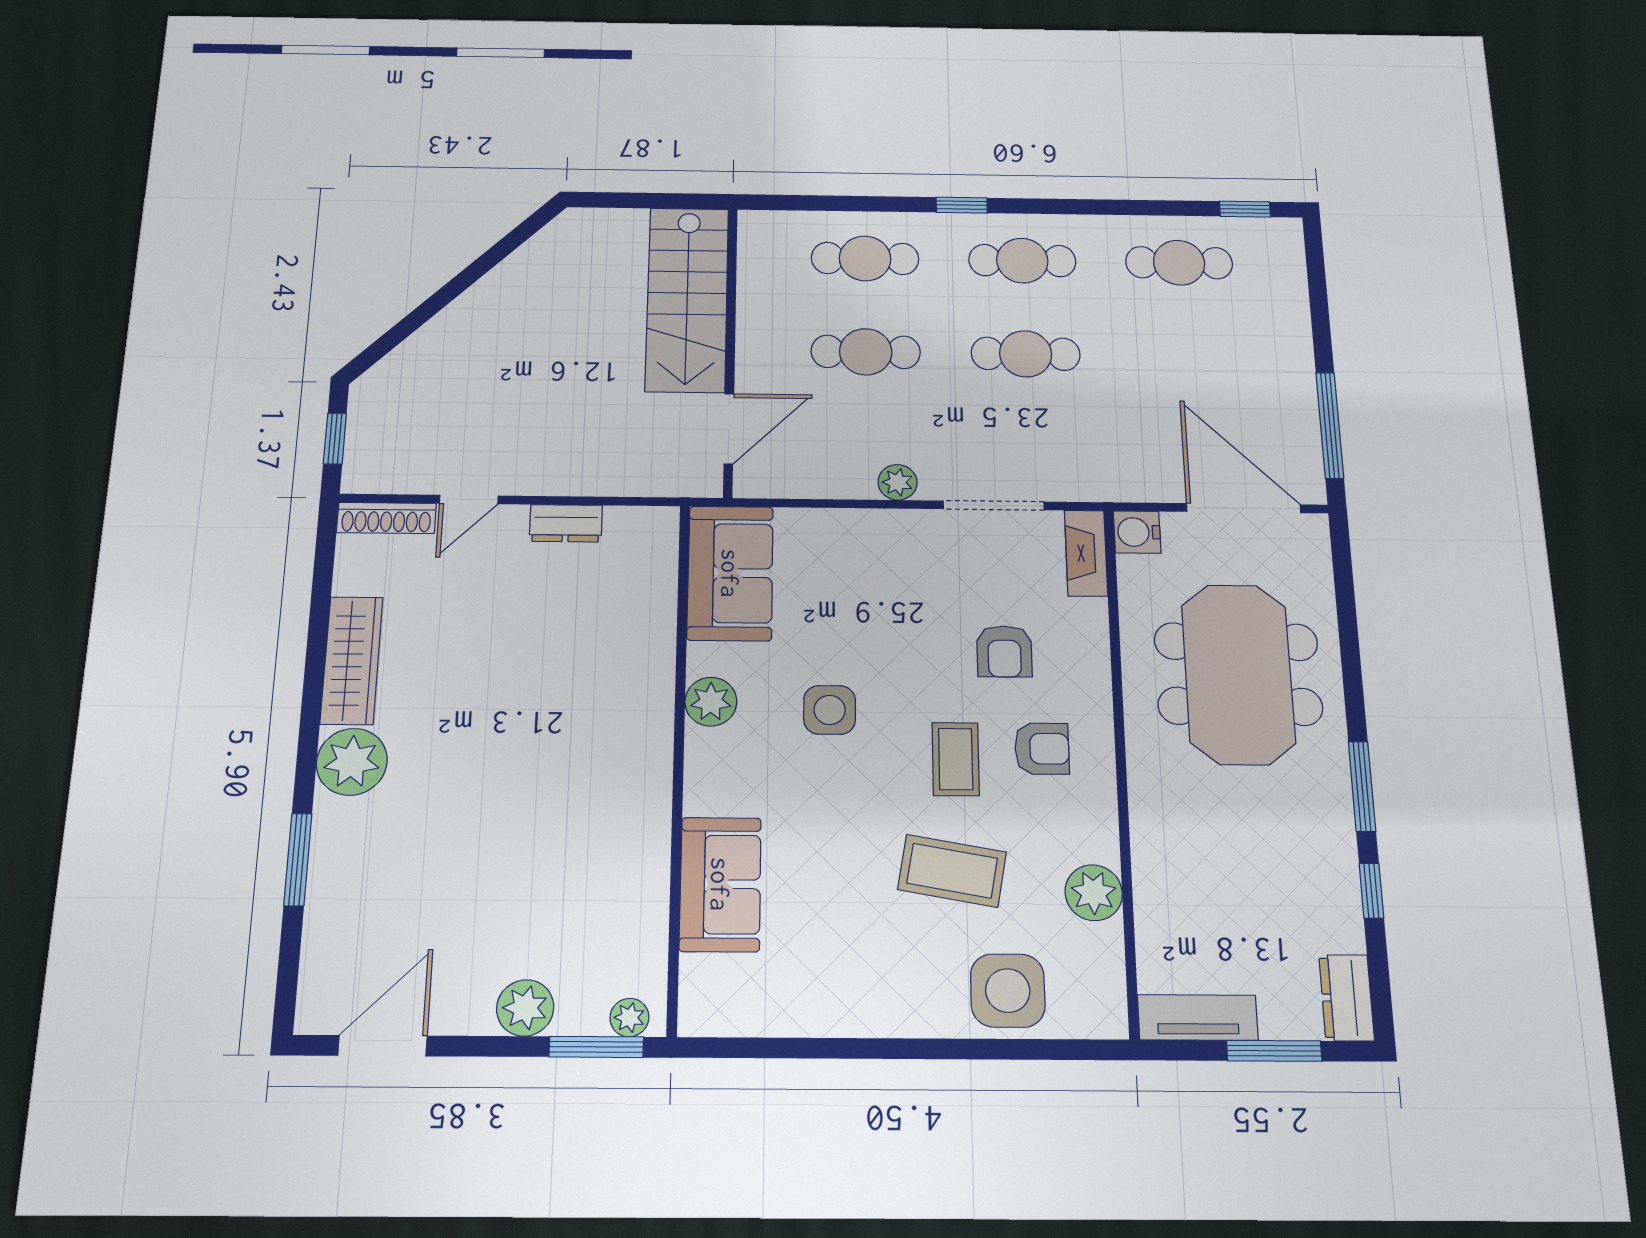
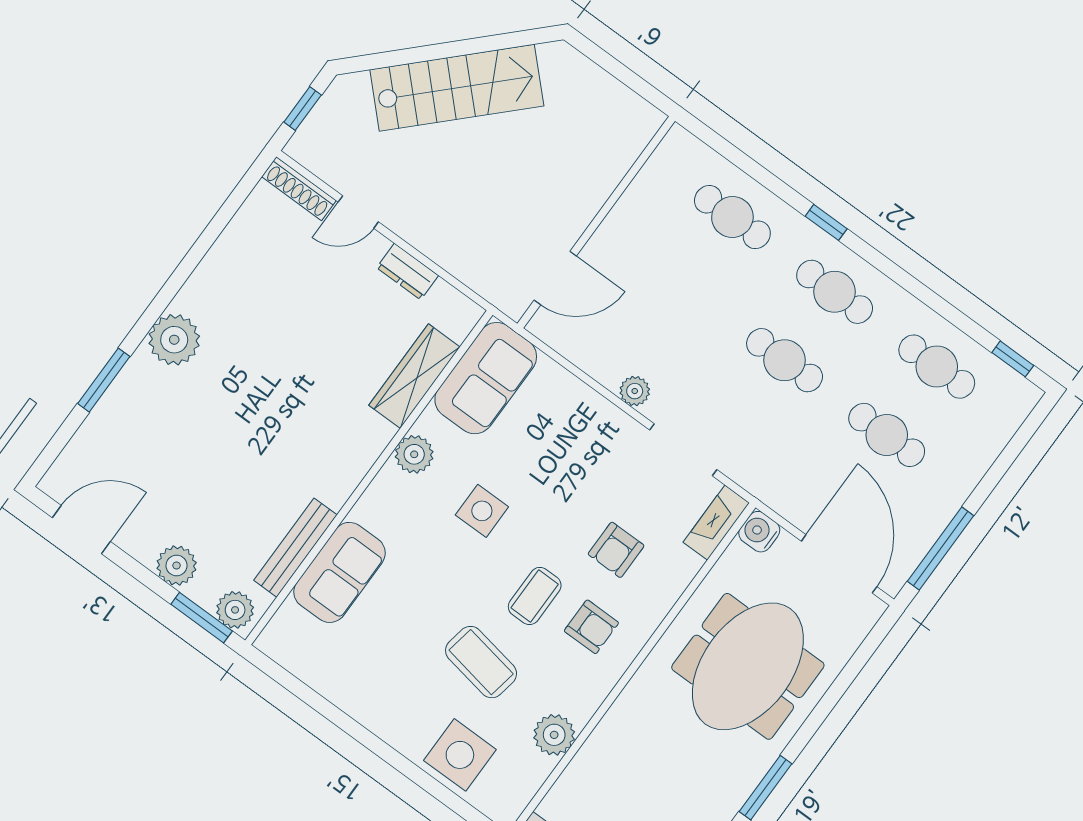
stairs: (687, 299) -> (457, 88), moved, turned -135
cafe table: (866, 352) -> (887, 435), moved
wardrobe: (352, 660) -> (414, 376), moved, turned 180
bench: (650, 892) -> (295, 548), added
plant: (629, 1018) -> (235, 610), width x1.38, depth x1.38

